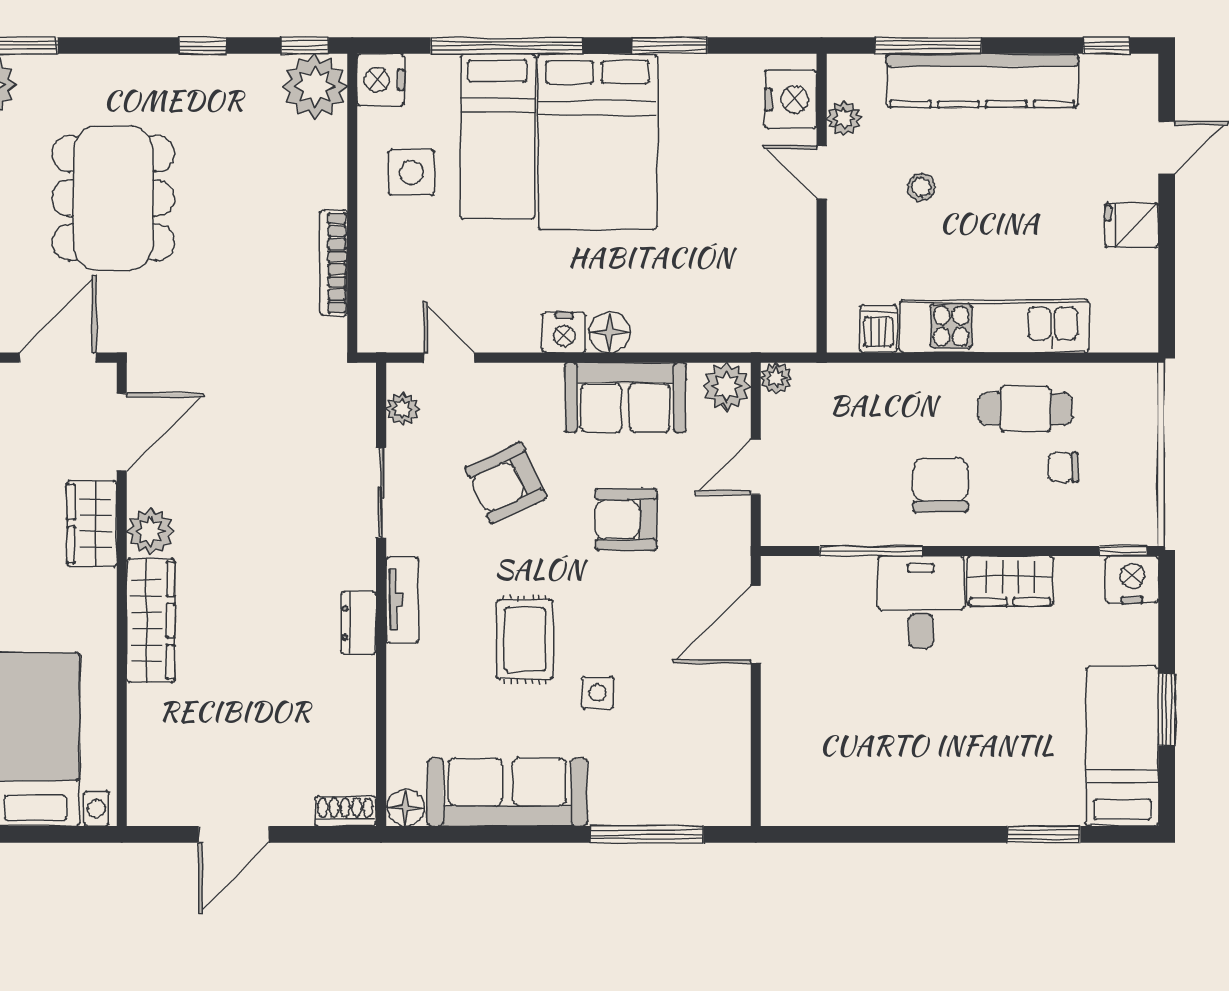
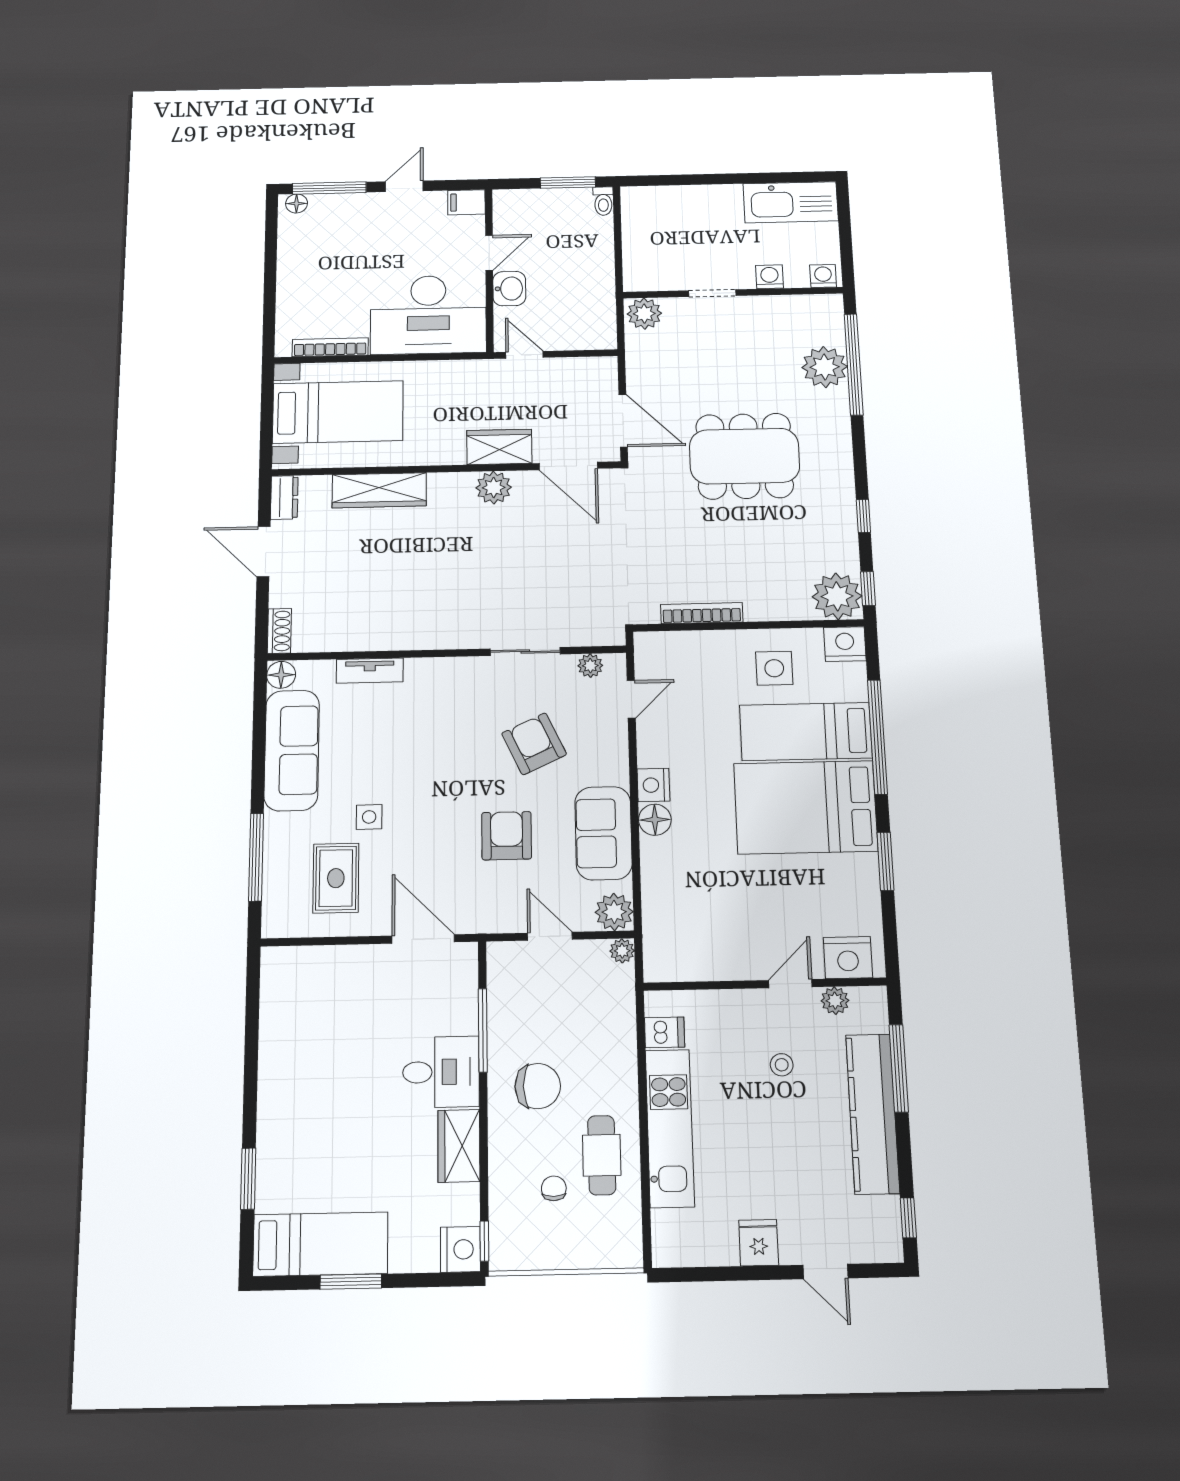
tv unit: (402, 600) -> (370, 671), moved
wardrobe: (151, 620) -> (379, 490), moved
dresser: (359, 623) -> (284, 498), moved, turned 90
rug: (525, 639) -> (336, 878), moved, turned 90

